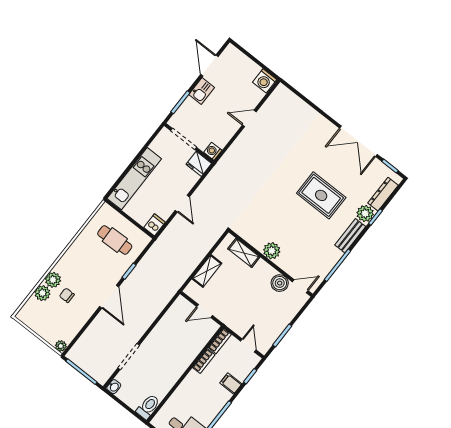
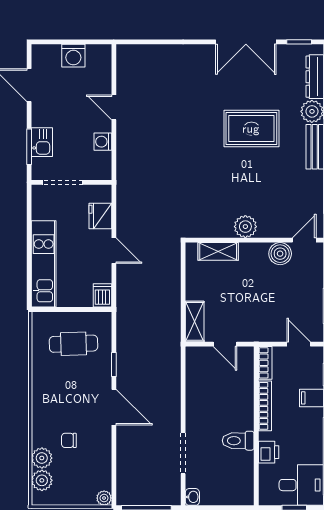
washing machine: (265, 81) -> (73, 56), moved
kitchen sink: (202, 91) -> (42, 142), moved
door: (249, 118) -> (114, 107), hinge flipped
washing machine: (213, 151) -> (103, 142), moved
fridge: (199, 164) -> (100, 216), moved, turned 90
shelving: (207, 271) -> (195, 321), moved
plant: (53, 280) -> (42, 480), moved
door: (205, 311) -> (225, 344), hinge flipped
bookcase: (204, 361) -> (265, 406), width x1.56
printer: (180, 396) -> (269, 452), added
toilet: (148, 407) -> (238, 441), moved, turned -90

